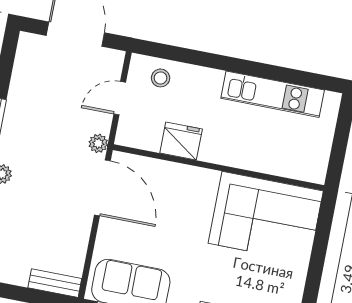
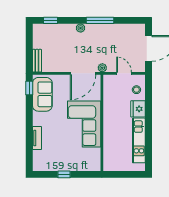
fridge: (181, 141) -> (138, 109), moved, turned 180
corner sofa: (266, 217) -> (84, 124), moved
window: (315, 272) -> (64, 174), added

